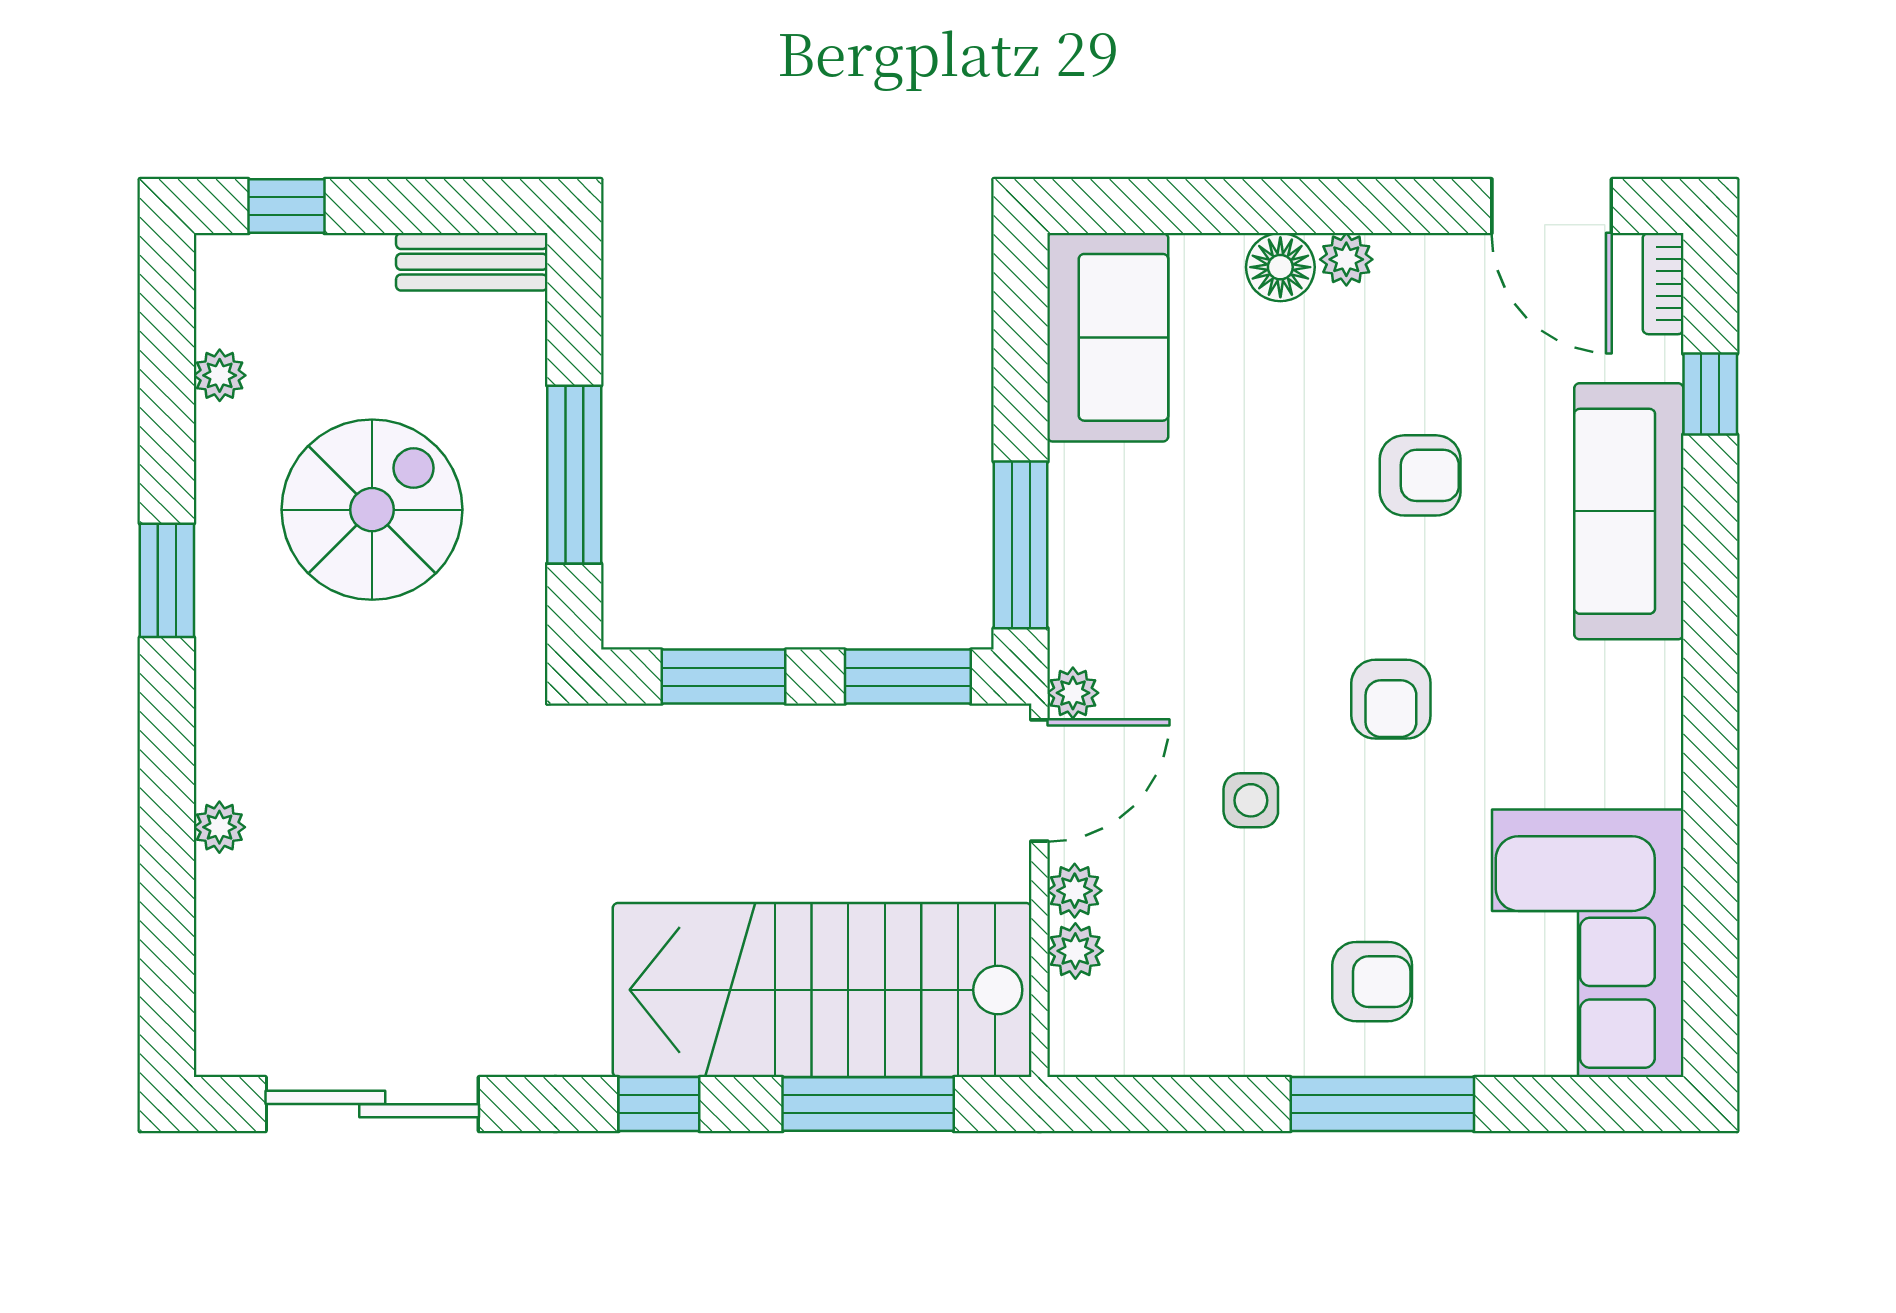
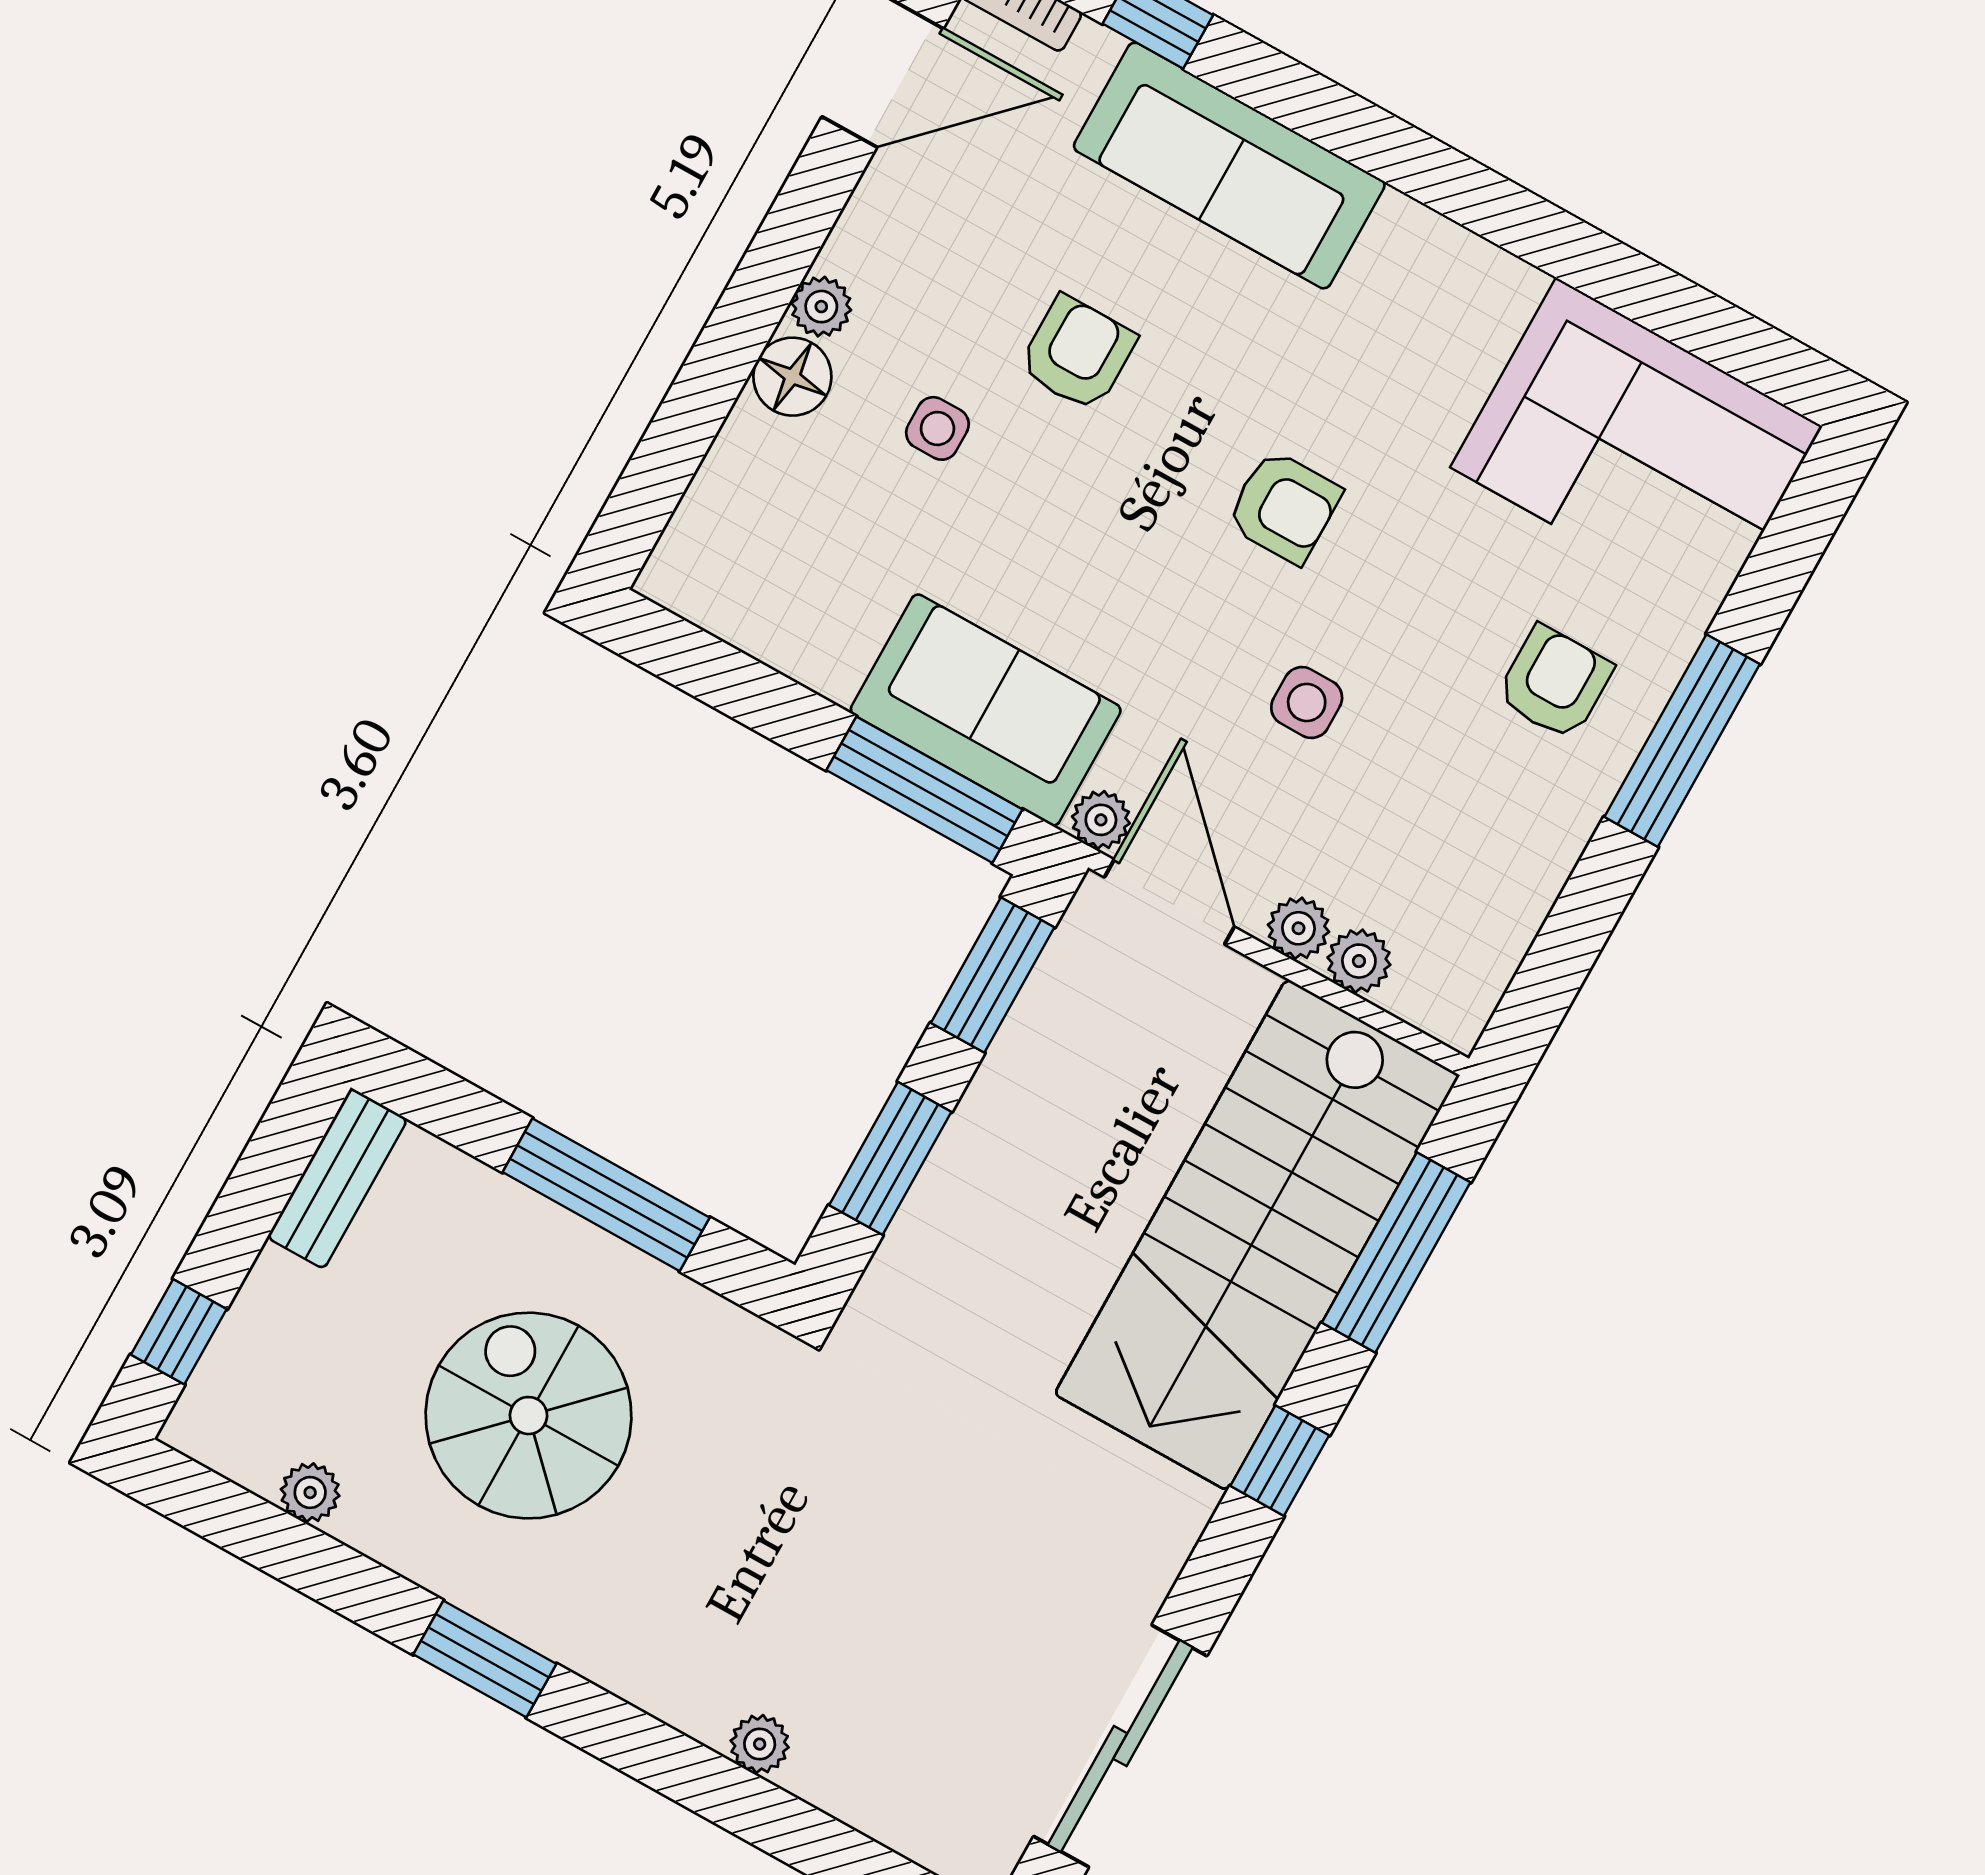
sofa: (1108, 337) -> (986, 710), moved
side table: (1303, 400) -> (937, 428), added

